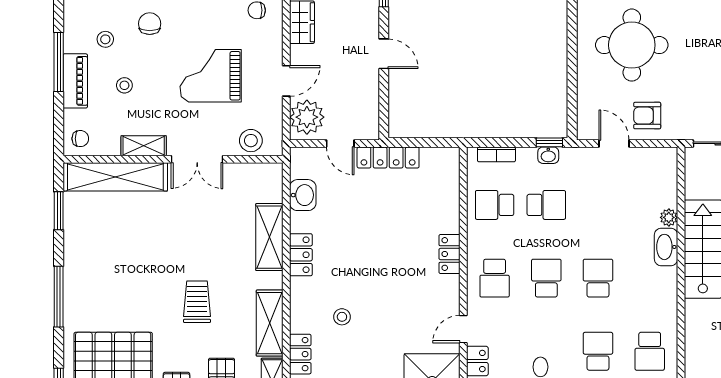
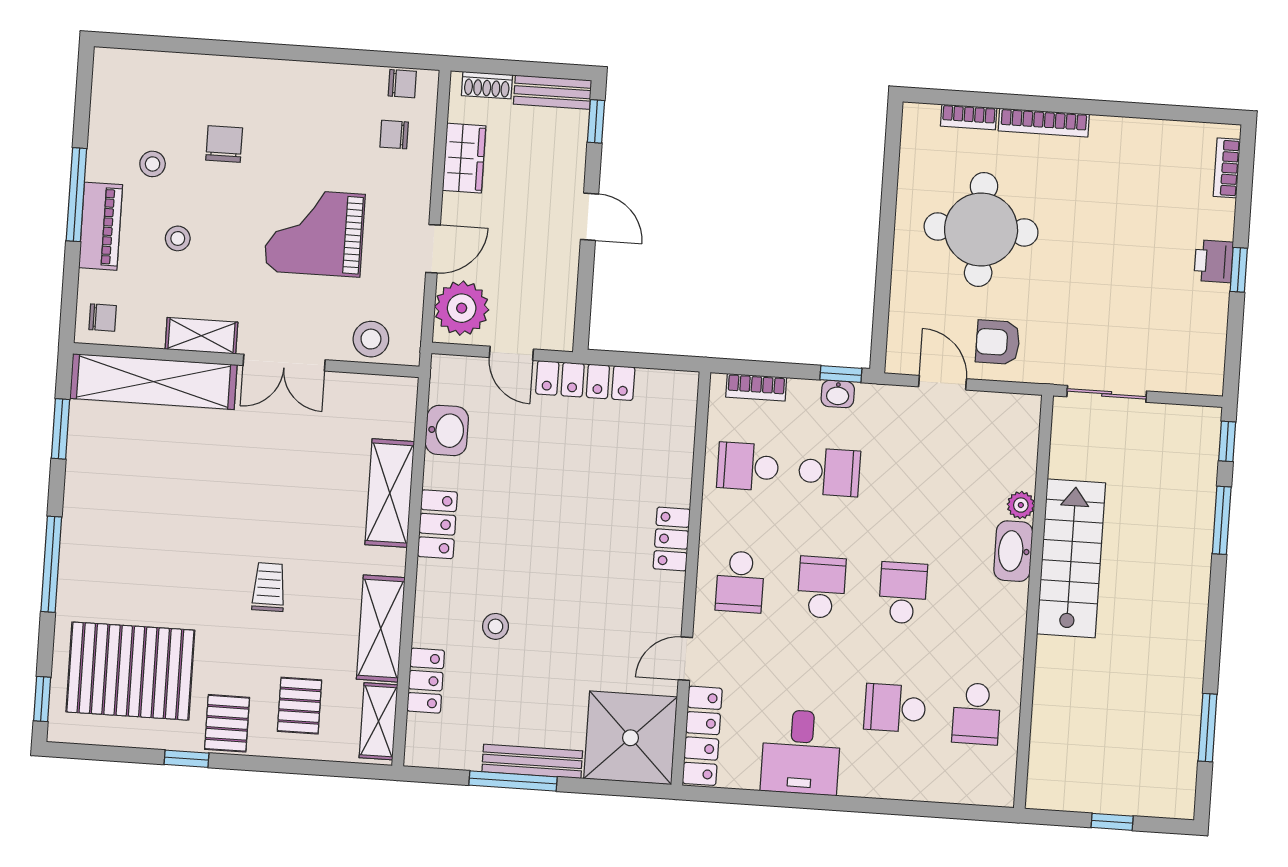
trolley: (197, 302) -> (269, 587), width x0.73, depth x0.72
school desk: (598, 351) -> (895, 708), turned -90

